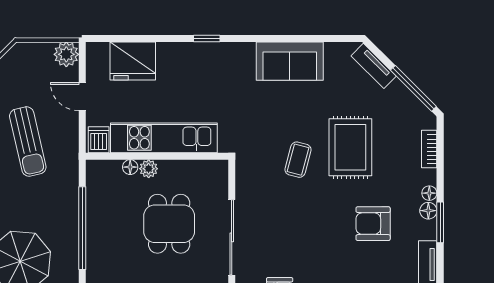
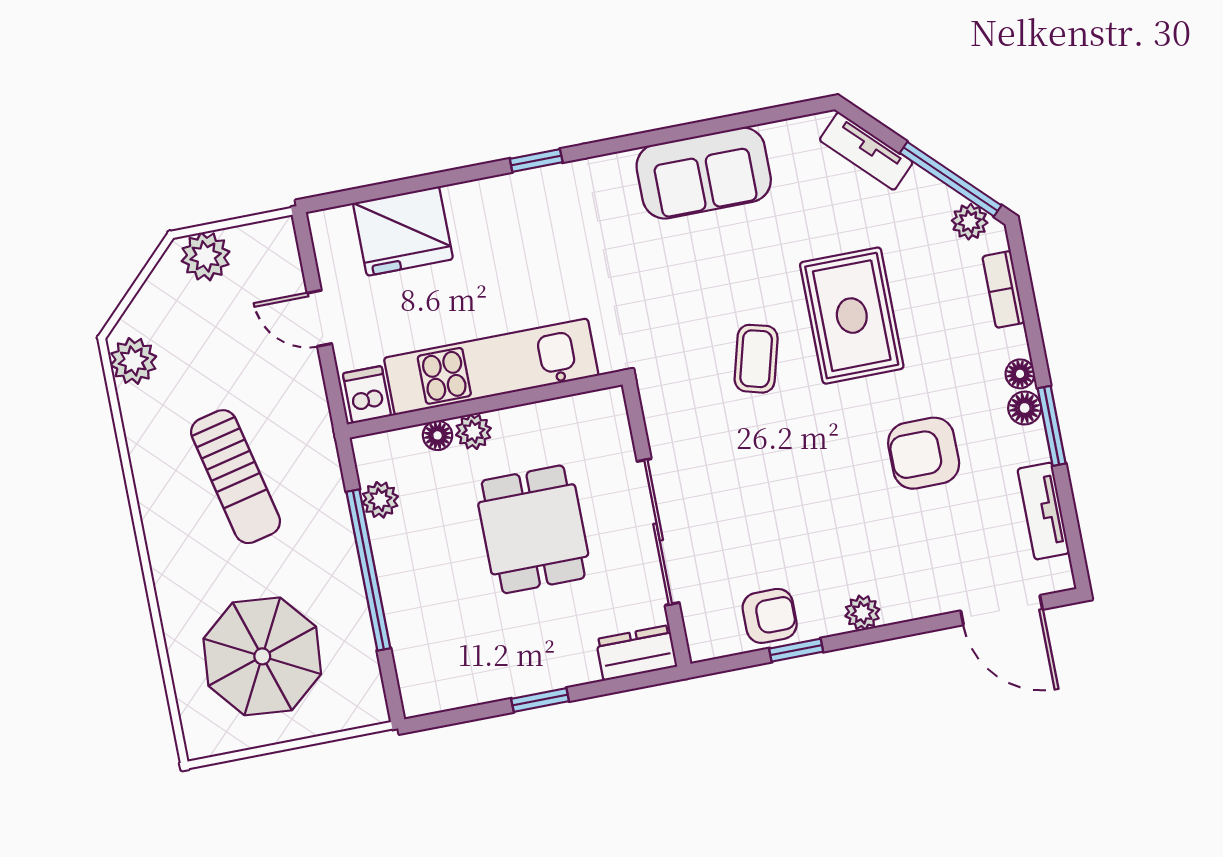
plant: (66, 54) -> (206, 256), moved
plant: (419, 112) -> (970, 222), added
sun lounger: (28, 142) -> (236, 477), moved
plant: (95, 194) -> (380, 500), added

